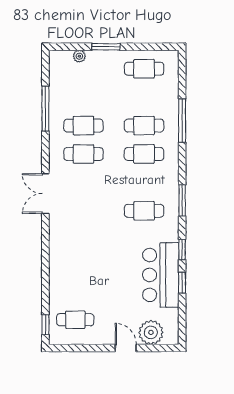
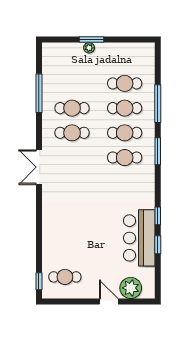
plant: (79, 56) -> (89, 48), moved
cafe table: (144, 69) -> (125, 83), moved
window: (182, 200) -> (158, 151), moved
cafe table: (144, 211) -> (125, 158), moved

